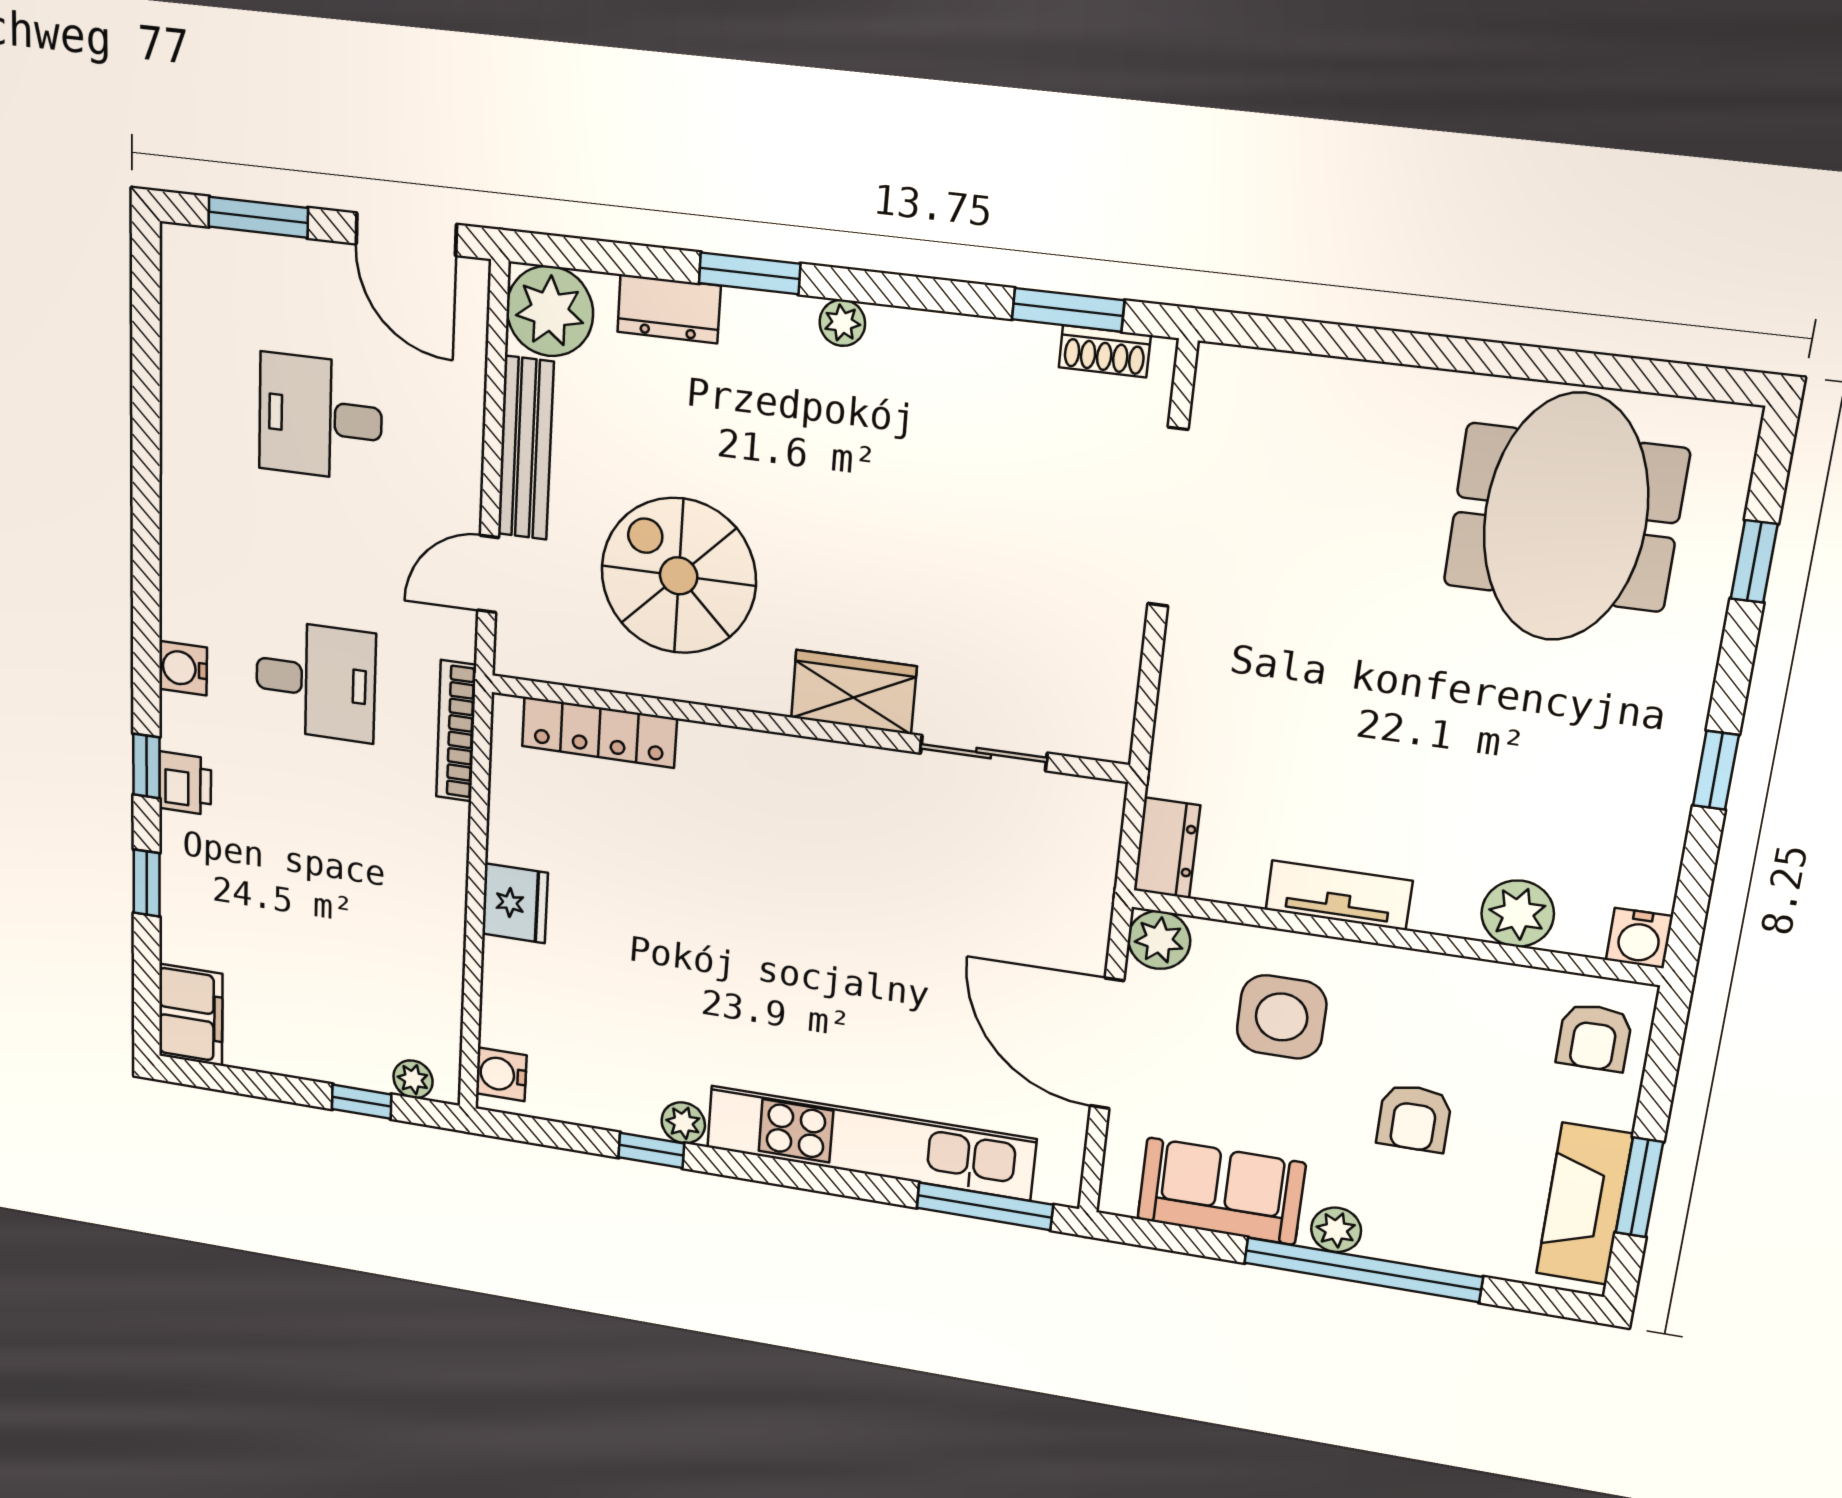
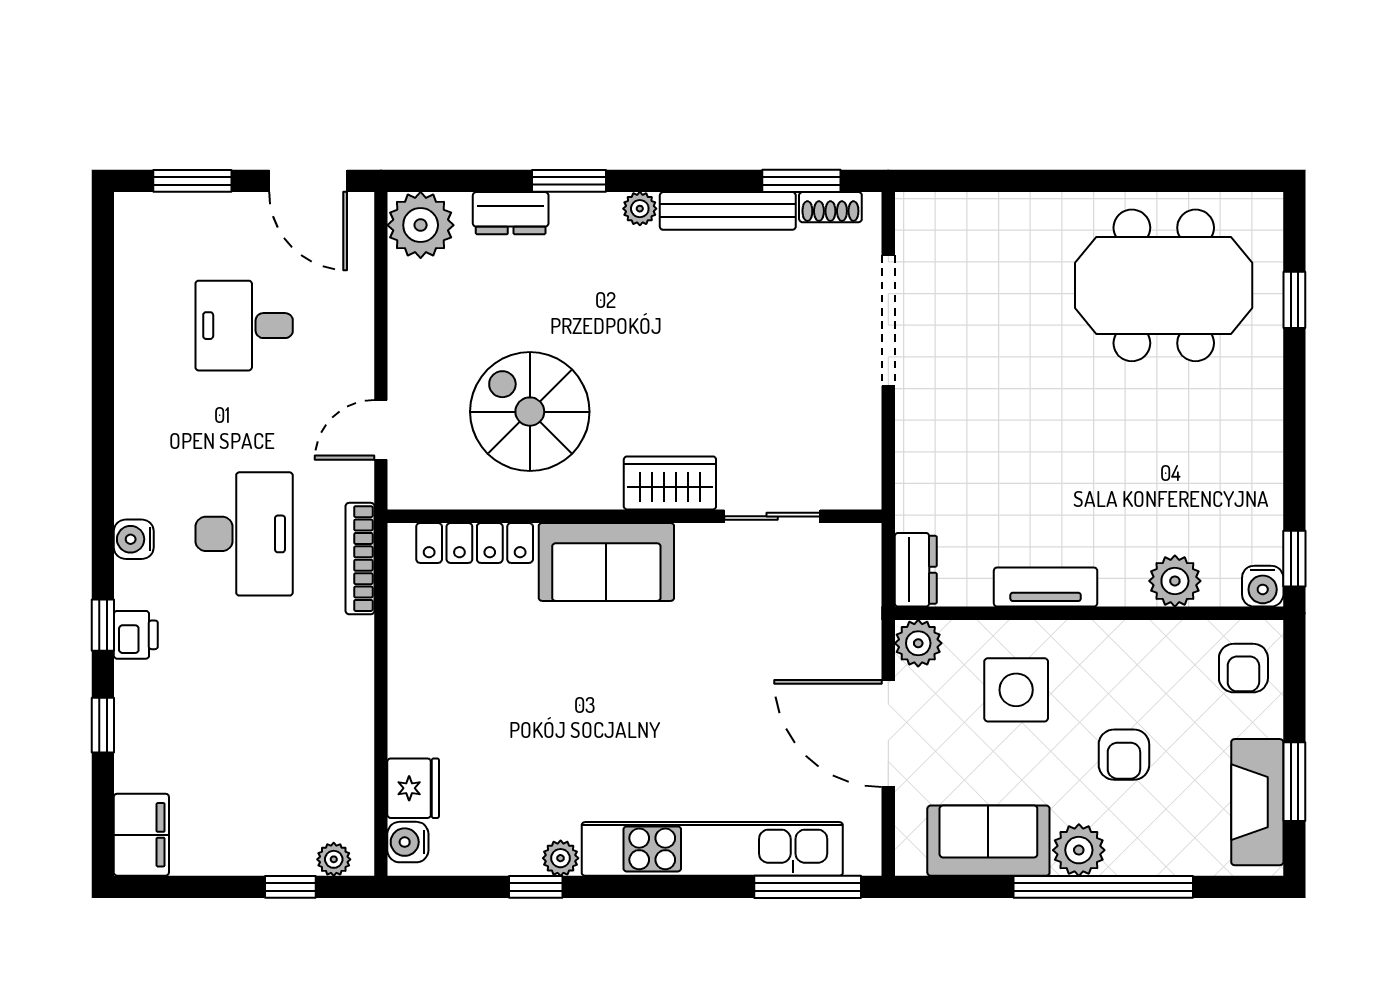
bench: (526, 448) -> (728, 211), moved, turned 90
meeting table: (1566, 518) -> (1164, 285), turned 90
desk: (316, 681) -> (244, 534), width x1.37
window: (1716, 770) -> (1294, 559), moved
sofa: (764, 780) -> (606, 562), added
fridge: (515, 903) -> (413, 788), moved
plant: (1336, 1230) -> (1079, 850), width x1.38, depth x1.38

